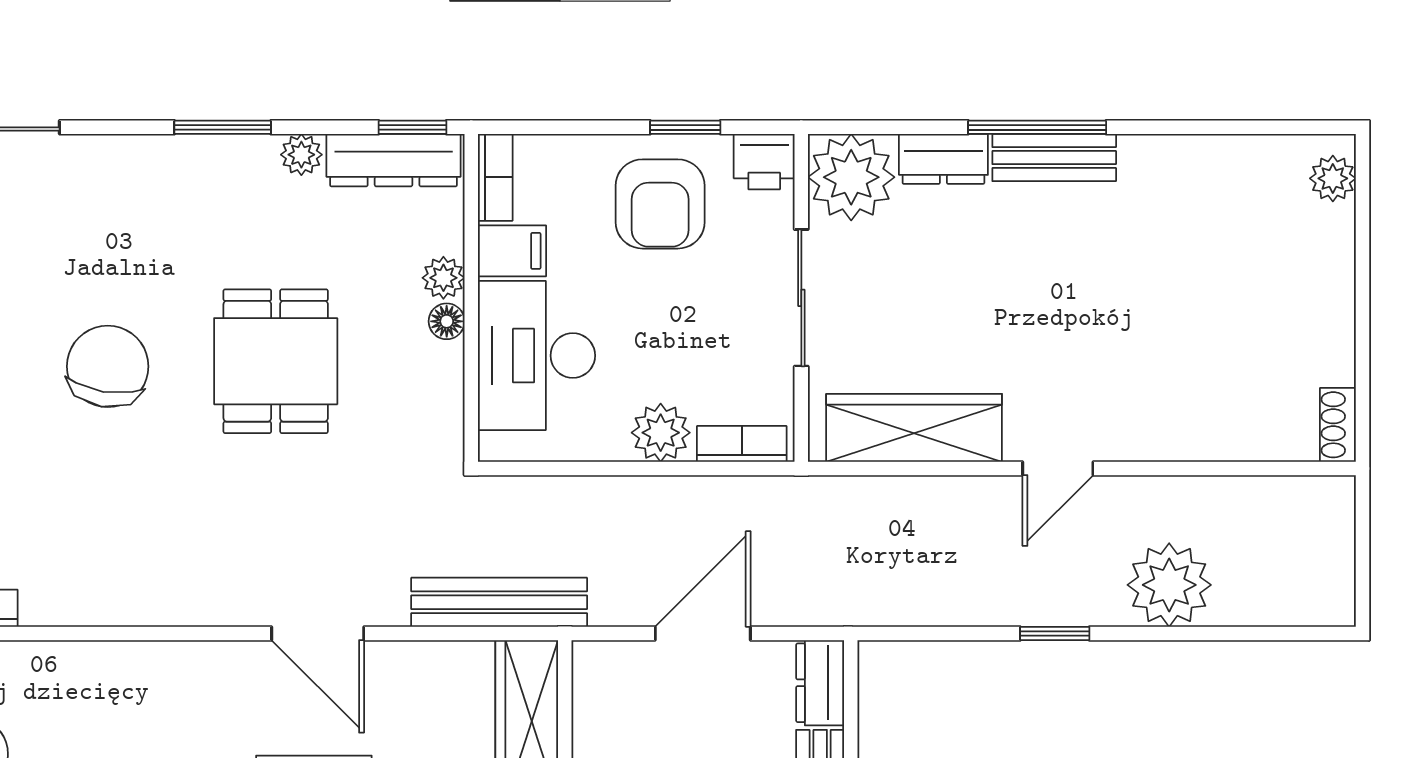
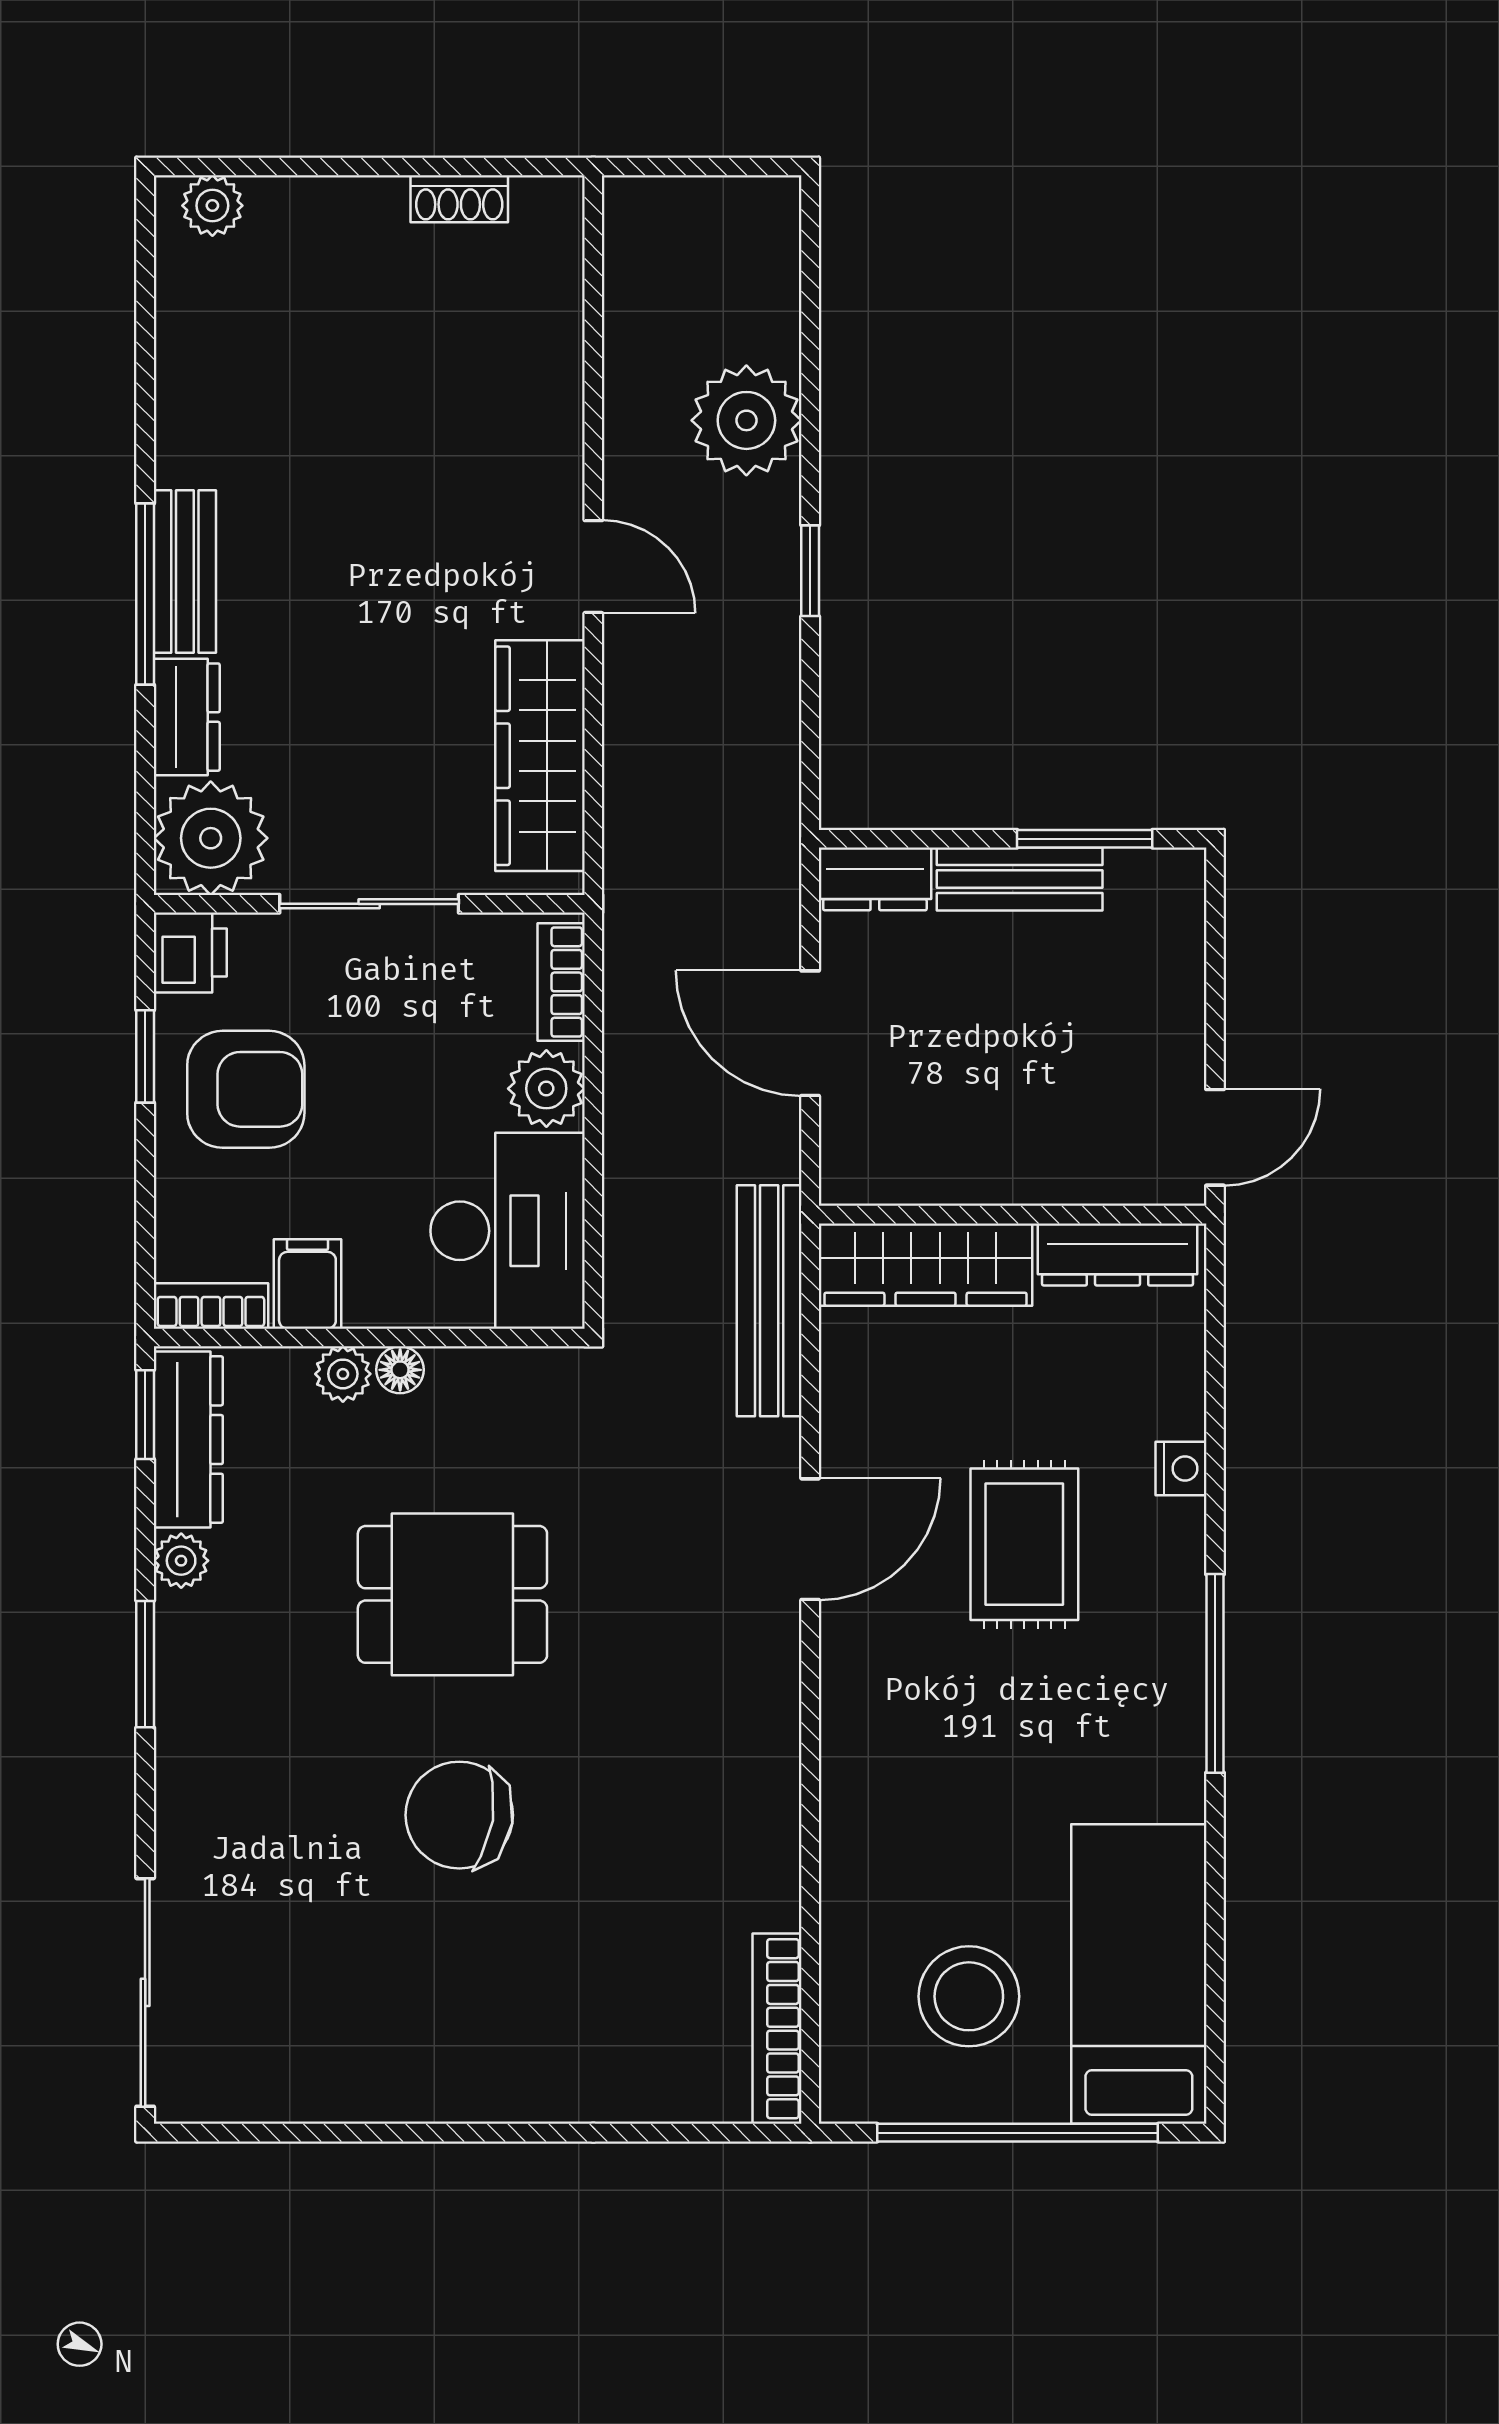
desk: (536, 356) -> (508, 1231), moved, turned -90
shoe rack: (1338, 425) -> (459, 199), moved

